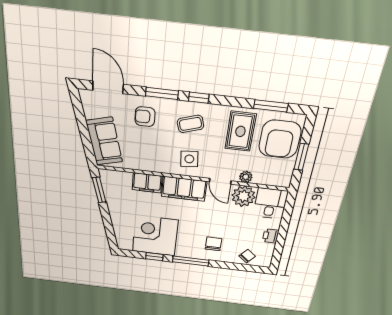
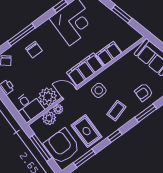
window: (199, 98) -> (115, 136), moved
armchair: (145, 117) -> (144, 92), turned 180
window: (301, 157) -> (41, 148), width x1.44
plant: (263, 176) -> (49, 118), added
window: (99, 190) -> (122, 14), moved
window: (191, 261) -> (21, 35), moved

